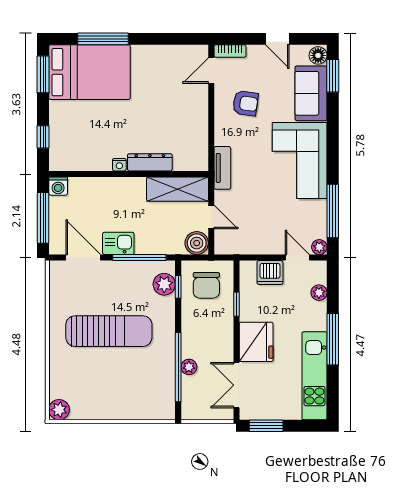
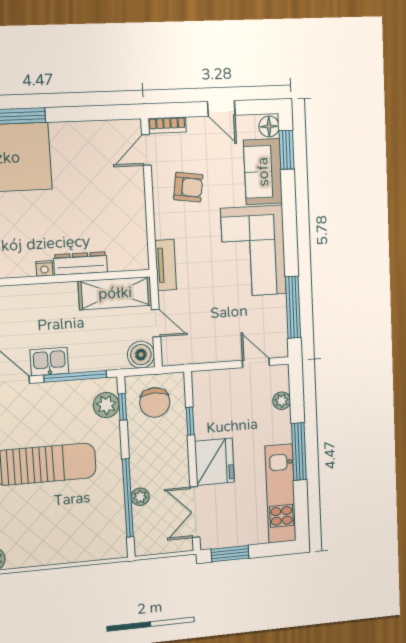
plant: (319, 247) -> (280, 349), removed
dishwasher: (270, 272) -> (226, 382), removed

